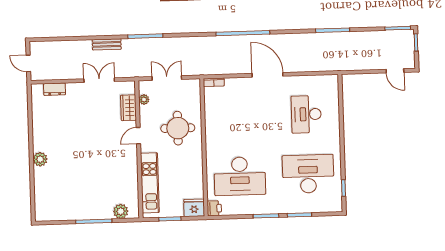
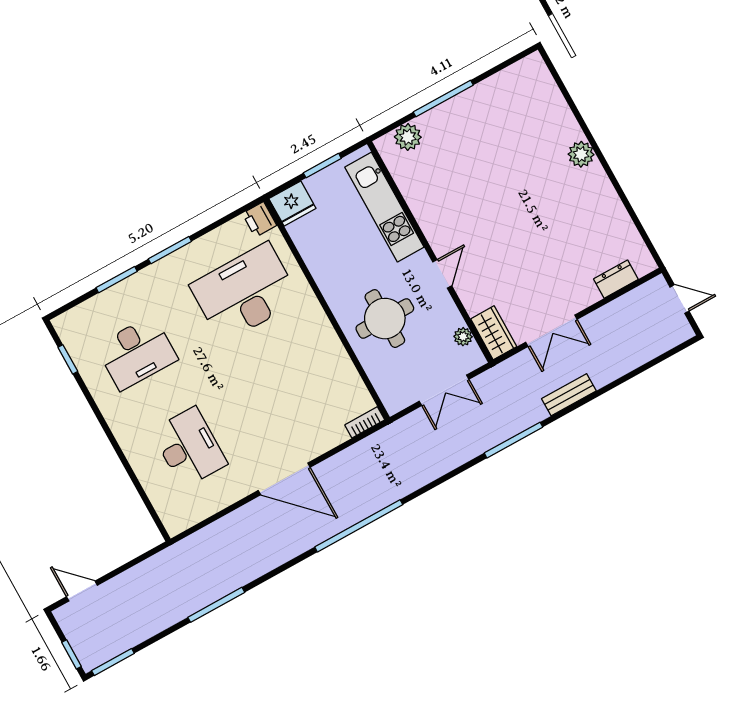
wardrobe: (128, 108) -> (494, 333), moved
desk: (308, 174) -> (137, 353), width x0.73, depth x0.77

